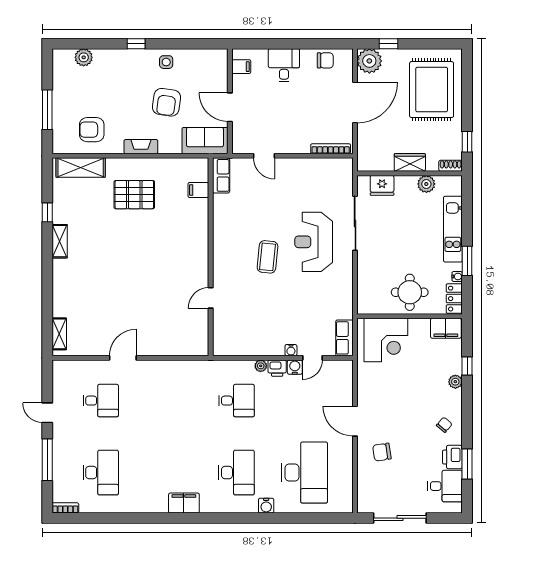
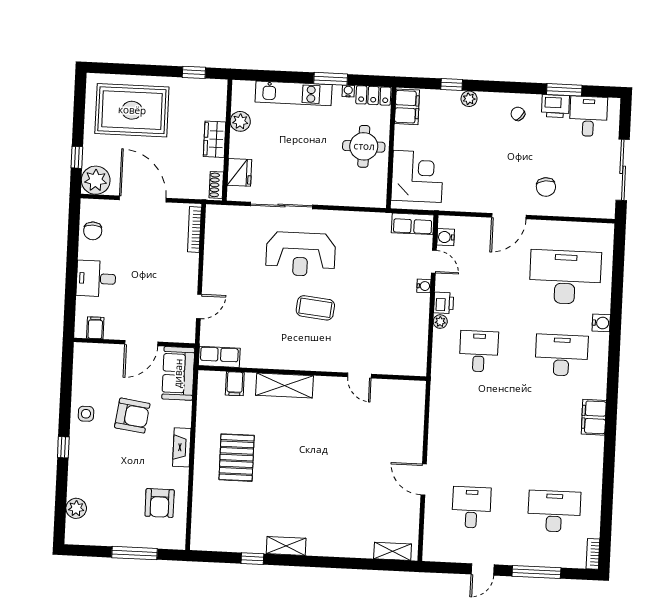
chair: (325, 60) -> (93, 231), turned 180
shoe rack: (451, 166) -> (216, 185), moved
shelving: (81, 167) -> (285, 386), moved, turned 90
water cooler: (295, 367) -> (446, 237), moved

